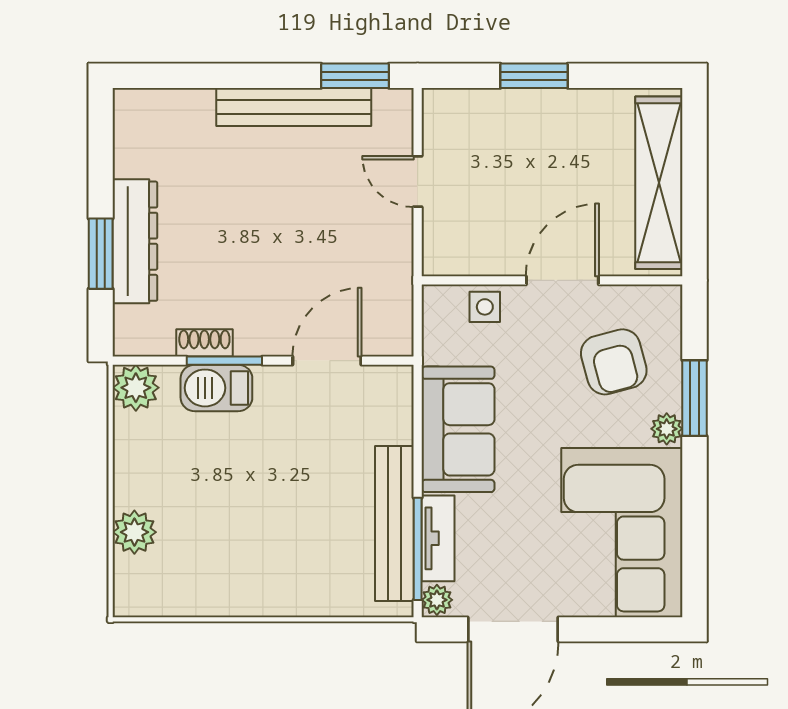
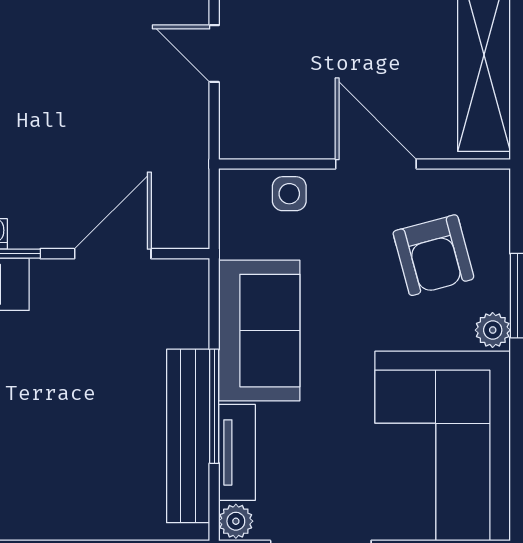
door: (562, 280) -> (376, 164), hinge flipped
window: (418, 549) -> (214, 406), moved

